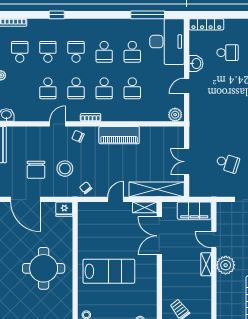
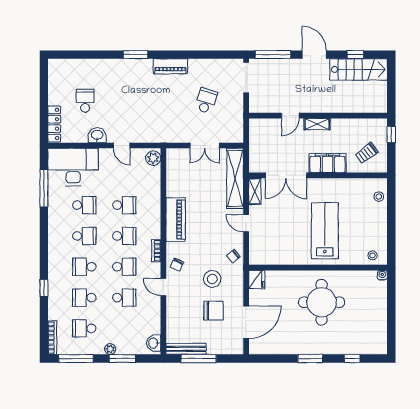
filing cabinet: (194, 211) -> (328, 163), moved, turned -90
plant: (226, 265) -> (318, 103), removed

